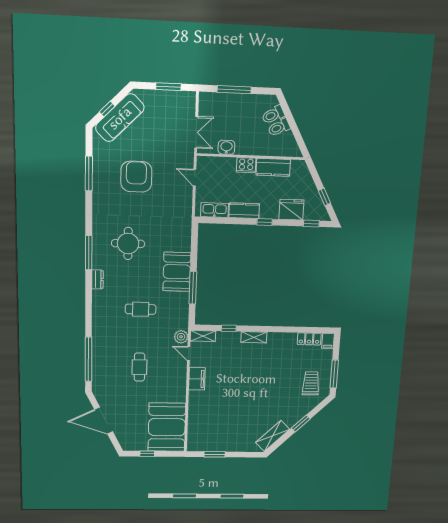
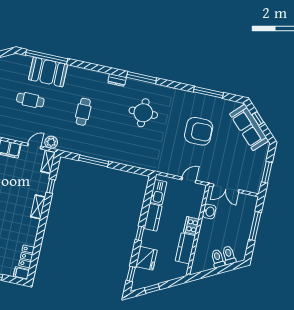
booth: (177, 272) -> (48, 72), moved

